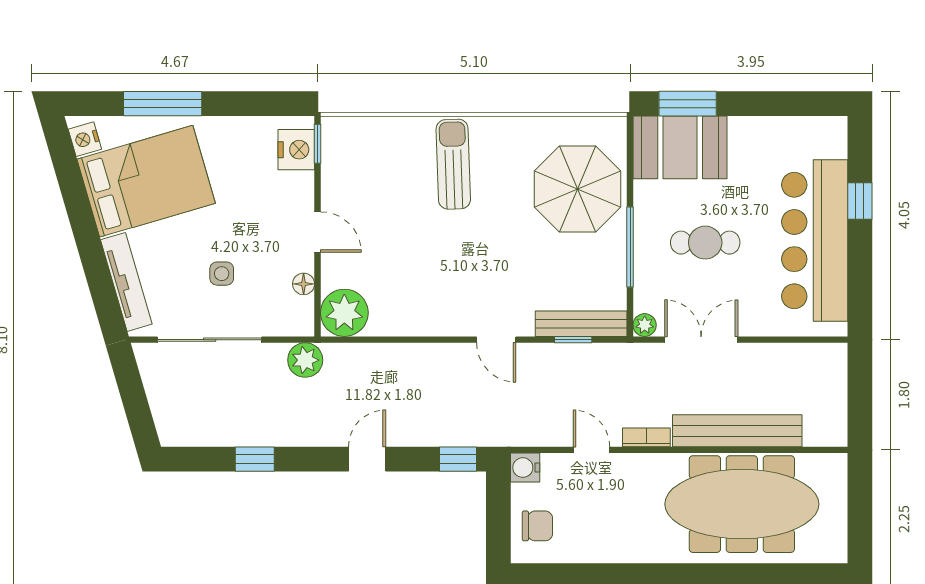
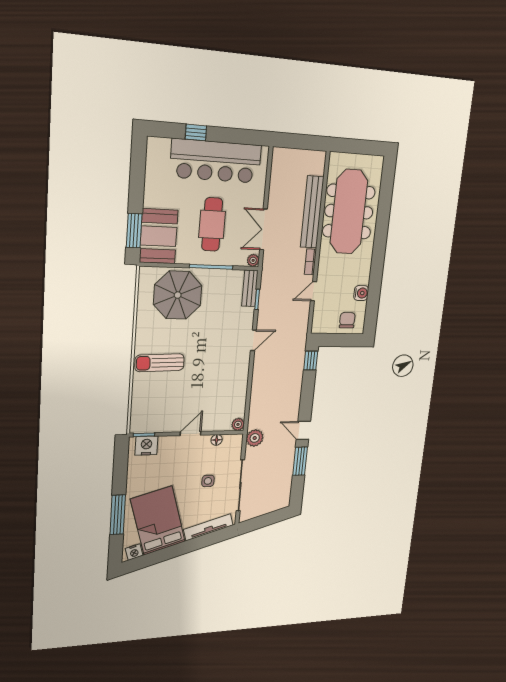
cafe table: (705, 243) -> (212, 224), width x1.37, depth x1.35
plant: (344, 313) -> (238, 424), width x0.53, depth x0.53
bench: (581, 324) -> (250, 288), width x0.73
window: (255, 459) -> (300, 461), width x1.50
door: (367, 459) -> (303, 430), moved
water cooler: (525, 468) -> (361, 293), moved, turned -90

